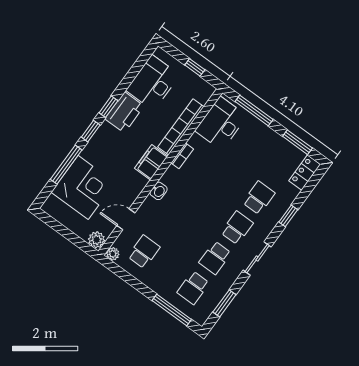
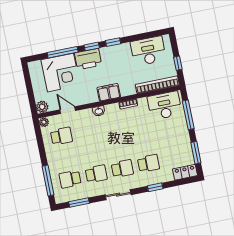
printer: (124, 112) -> (88, 59), moved
bookcase: (181, 127) -> (157, 85), moved
school desk: (215, 258) -> (96, 174), turned 180

